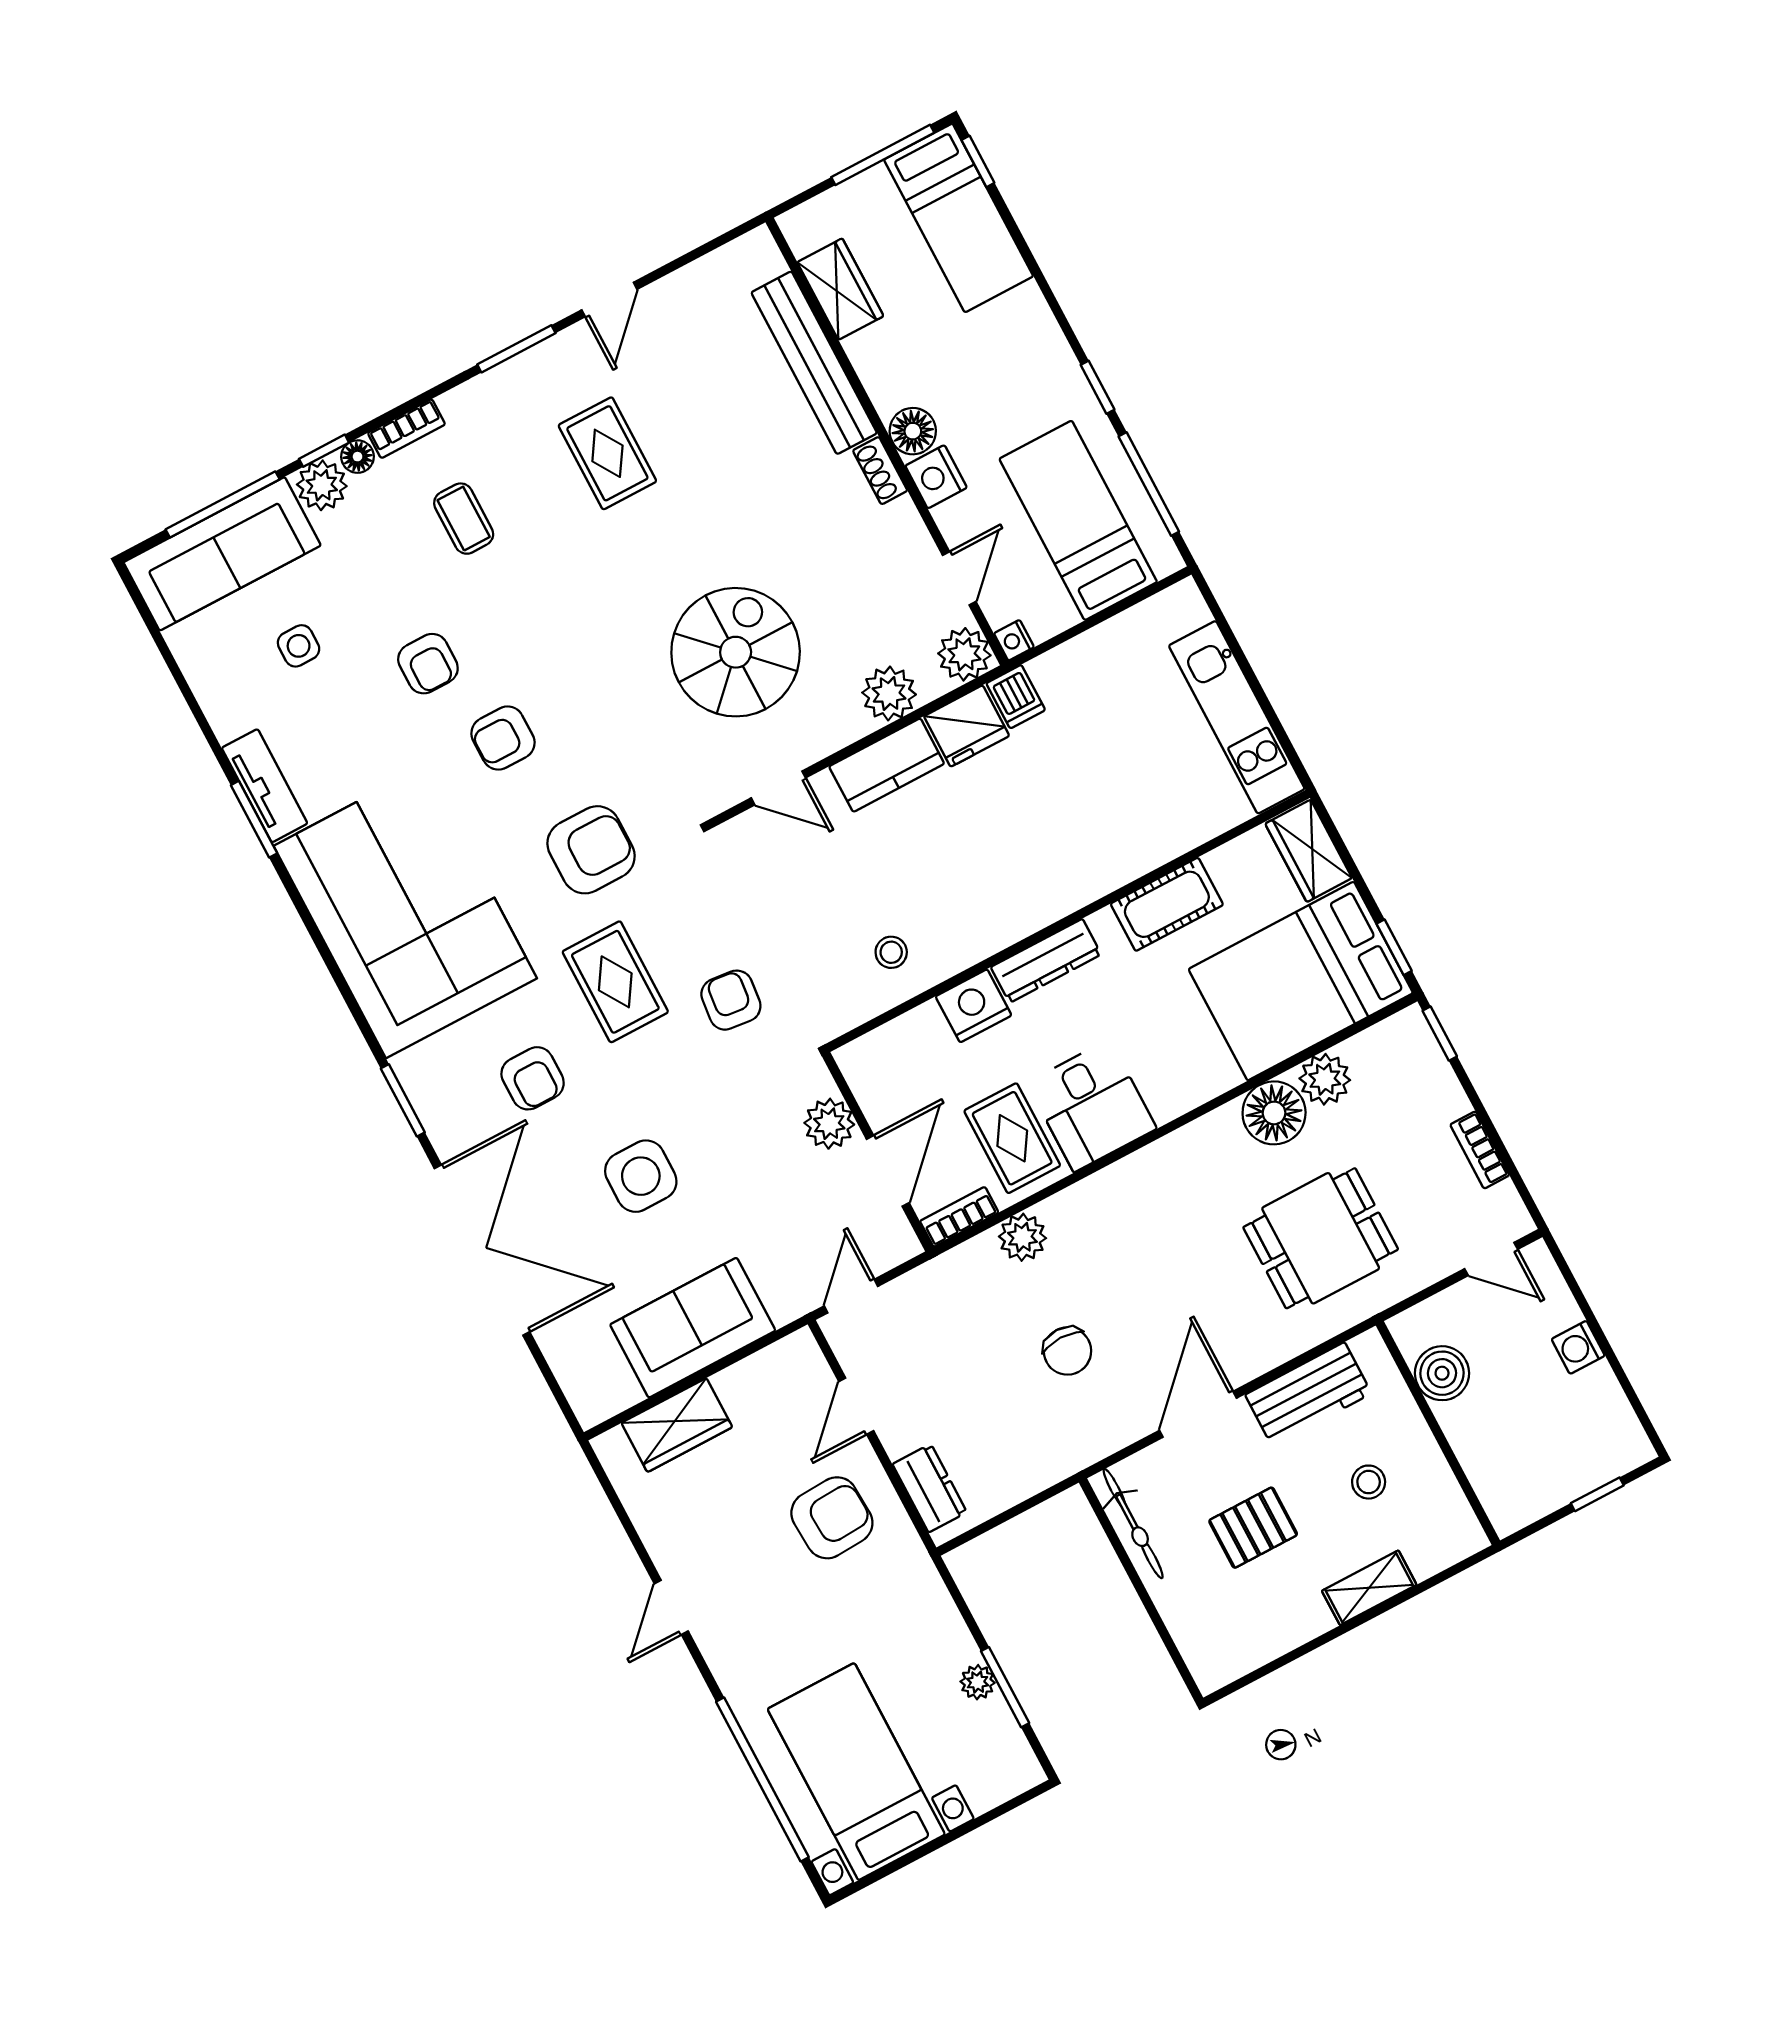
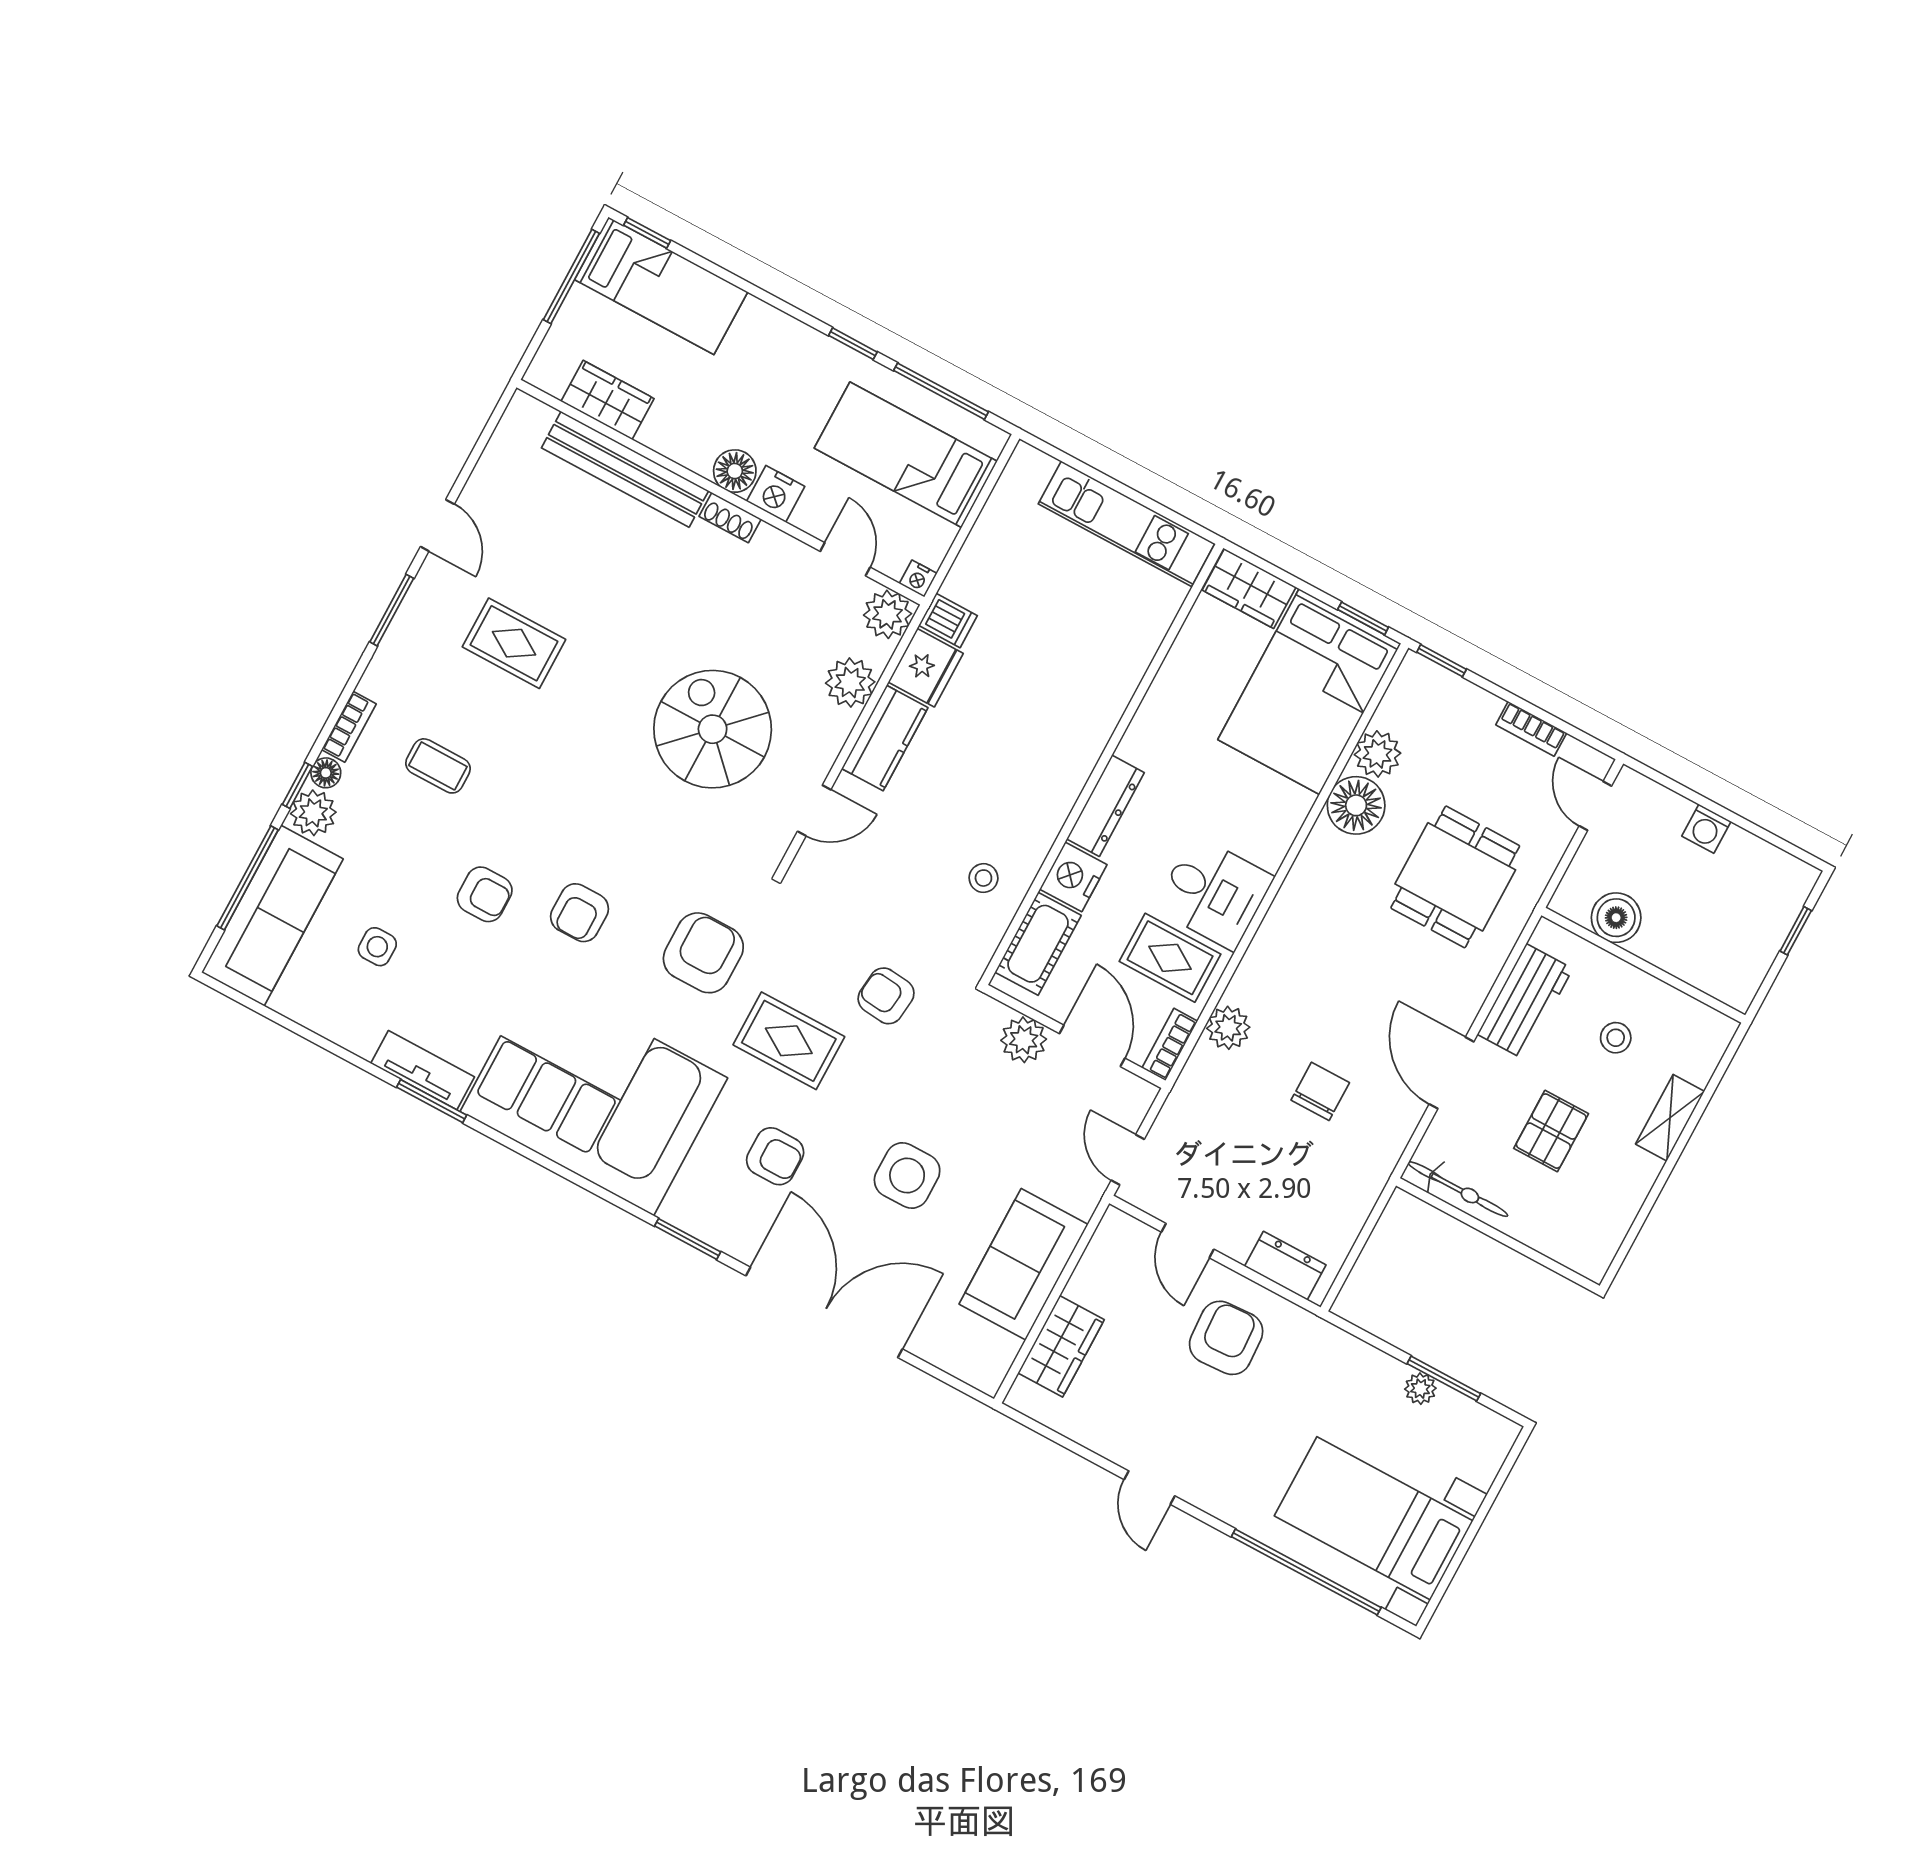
cot: (1167, 904) -> (1038, 944), moved
door: (1491, 1259) -> (1595, 806), swing flipped
chair: (1067, 1351) -> (1320, 1091), turned -90

